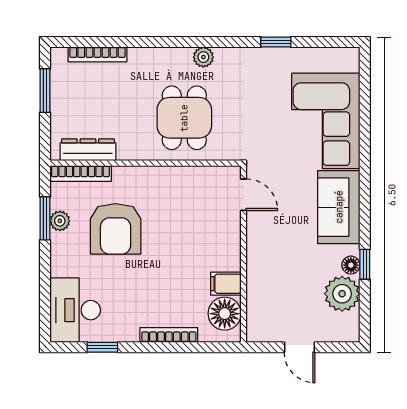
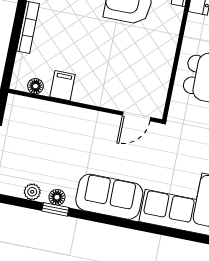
plant: (342, 294) -> (32, 192), width x0.53, depth x0.53
floor lamp: (225, 314) -> (35, 86), width x0.53, depth x0.53

